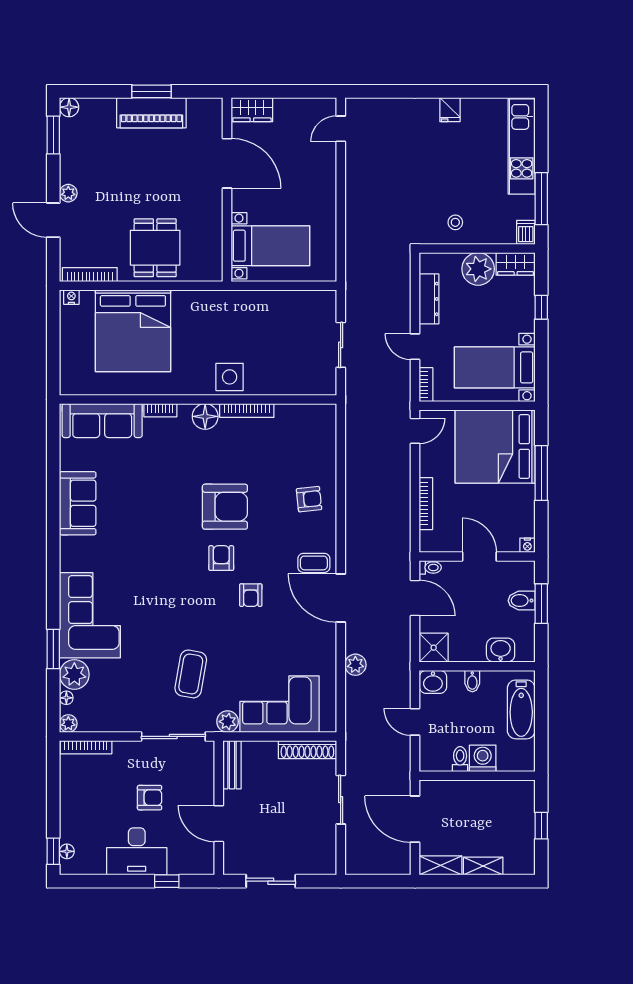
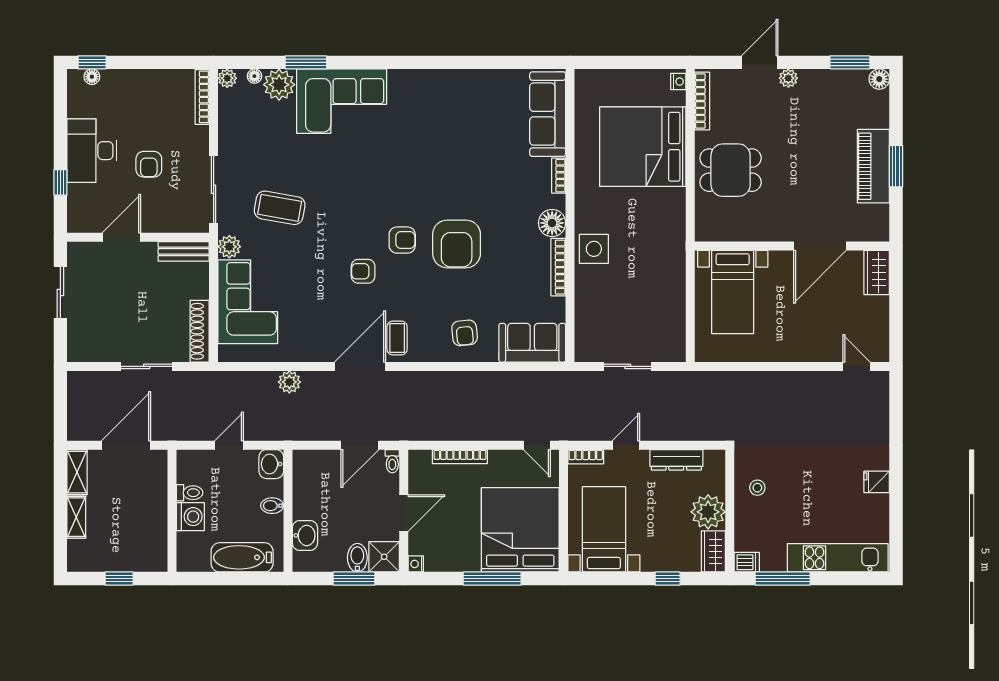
sofa: (78, 503) -> (532, 343), moved, turned 180
shower: (434, 648) -> (384, 557), moved

